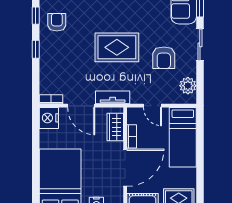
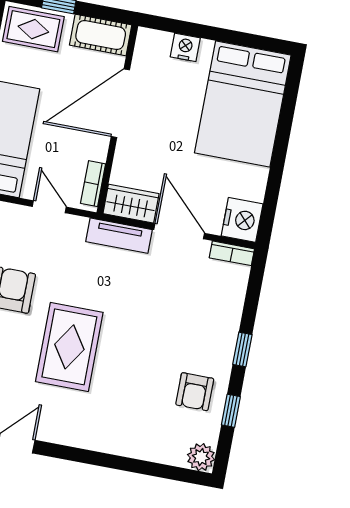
rug: (117, 47) -> (69, 347), moved, turned 90
wardrobe: (115, 127) -> (131, 204), moved, turned -90
bookcase: (132, 136) -> (93, 184), moved

